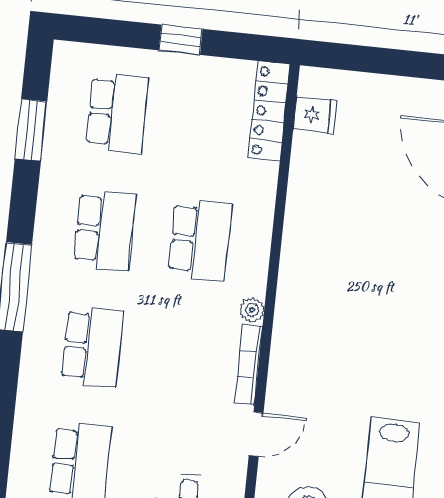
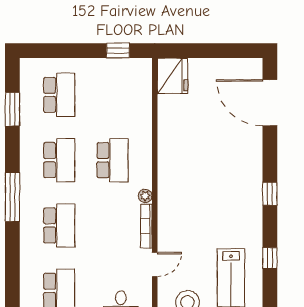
window: (181, 40) -> (118, 51), moved
locker: (269, 111) -> (143, 85), removed
fridge: (315, 115) -> (173, 76), width x1.88, depth x1.34

